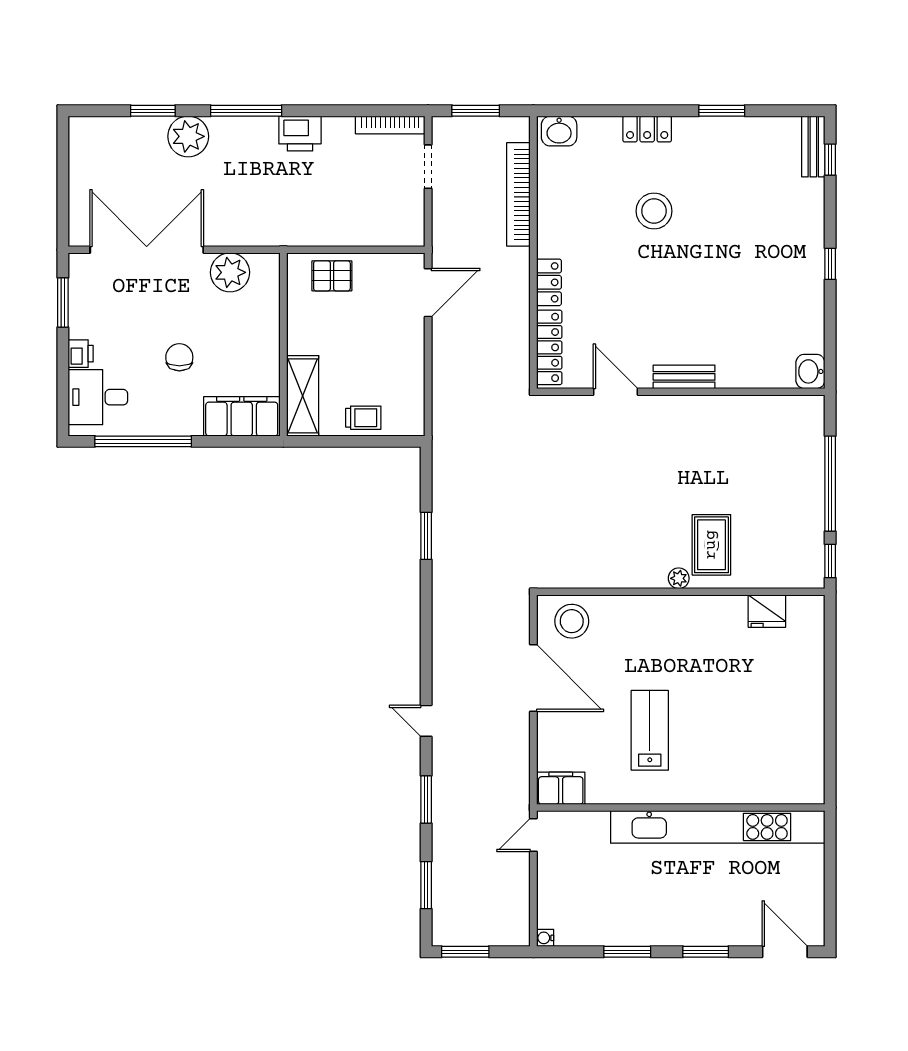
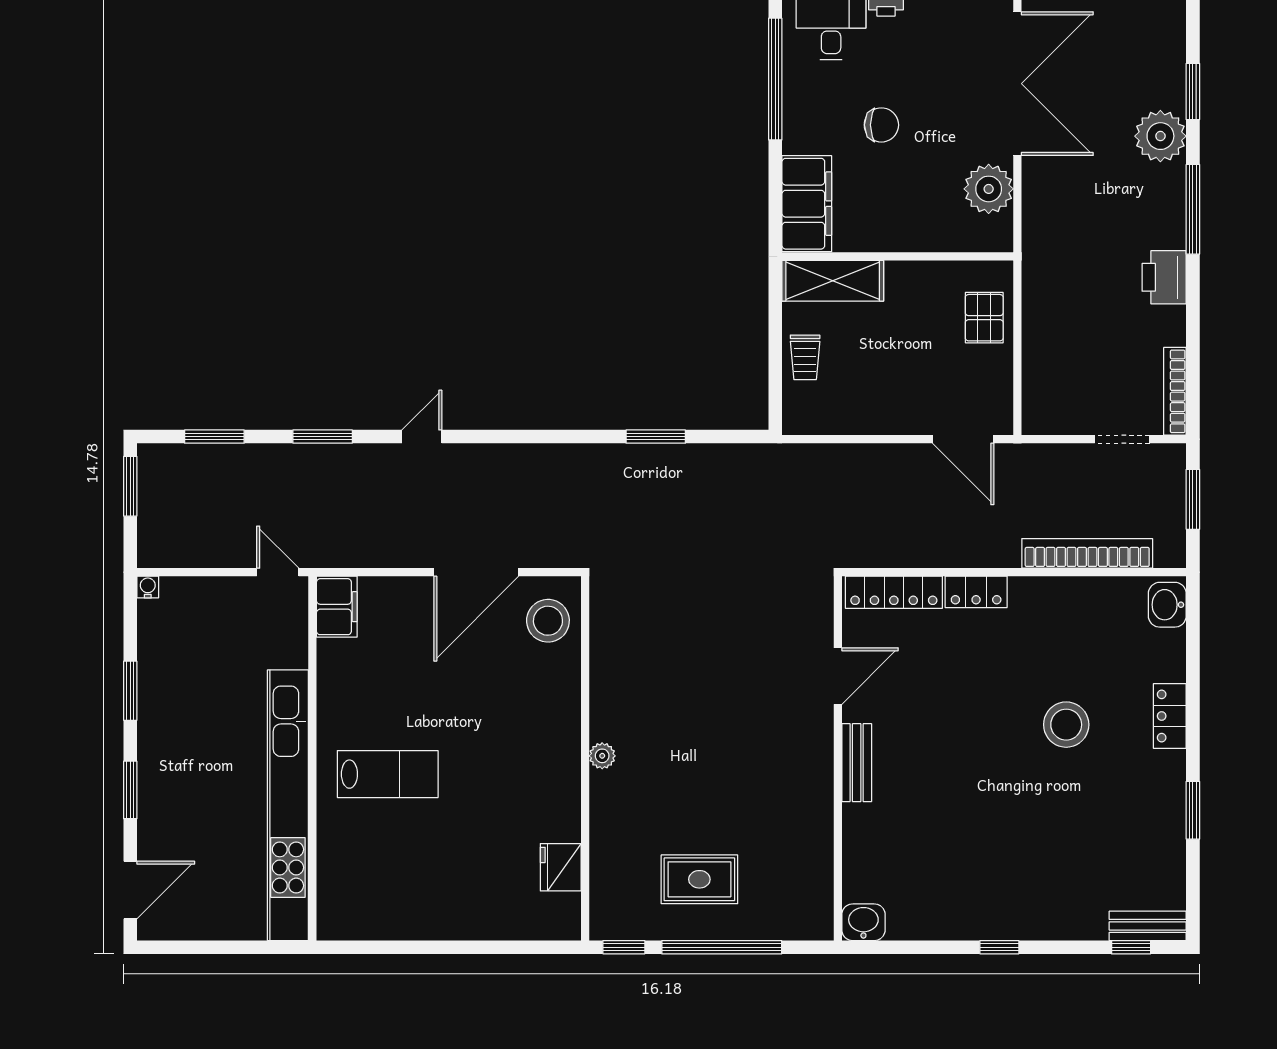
rug: (711, 545) -> (699, 879), moved
lab bench: (650, 730) -> (388, 774), moved

